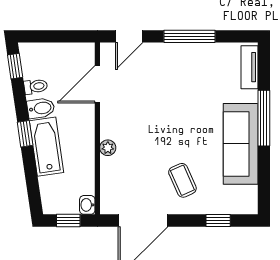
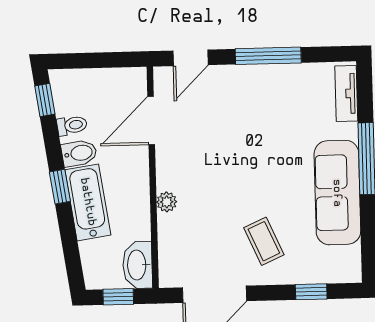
washbasin: (87, 205) -> (138, 265), width x1.91, depth x1.45

